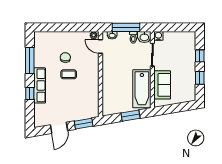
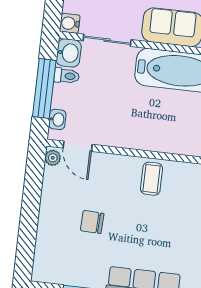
door: (100, 46) -> (78, 146), hinge flipped
coffee table: (69, 74) -> (152, 179), moved

